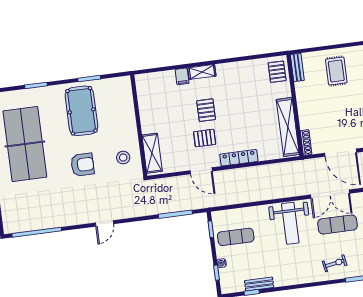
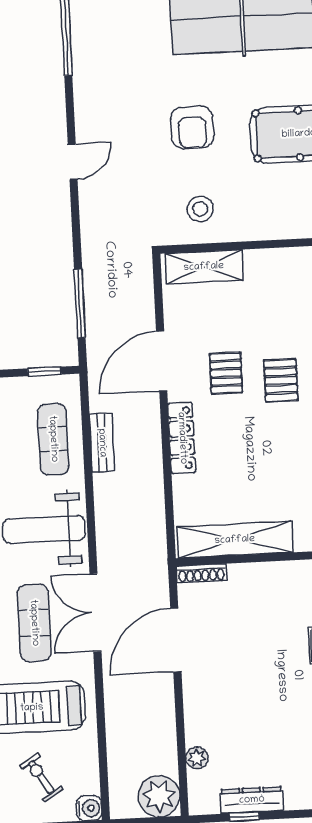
pallet: (206, 110) -> (281, 380), turned 90
door: (201, 171) -> (162, 361), width x1.36
bench: (244, 198) -> (102, 443), added
door: (104, 223) -> (73, 162), swing flipped
exercise mat: (236, 237) -> (53, 439), moved

